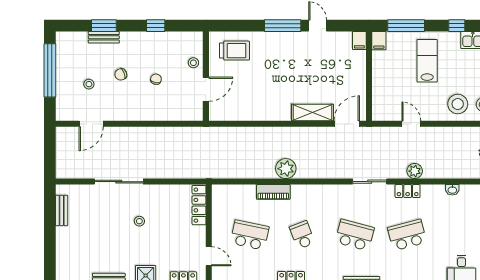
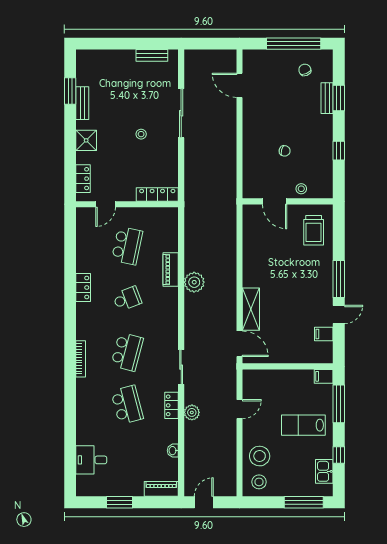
filing cabinet: (359, 41) -> (324, 334), moved
lab bench: (427, 61) -> (303, 425), turned 180
chair: (121, 74) -> (305, 70), moved
stool: (89, 84) -> (280, 83), removed

